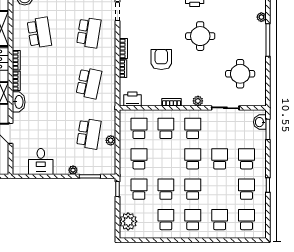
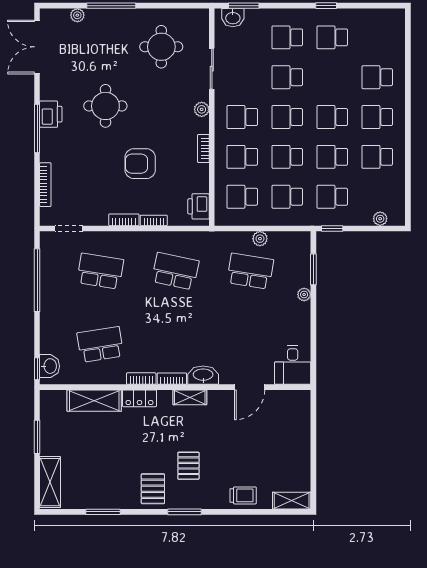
desk: (41, 161) -> (293, 365), moved, turned 90
school desk: (246, 220) -> (287, 157), moved
plant: (128, 221) -> (380, 219), width x0.53, depth x0.53

